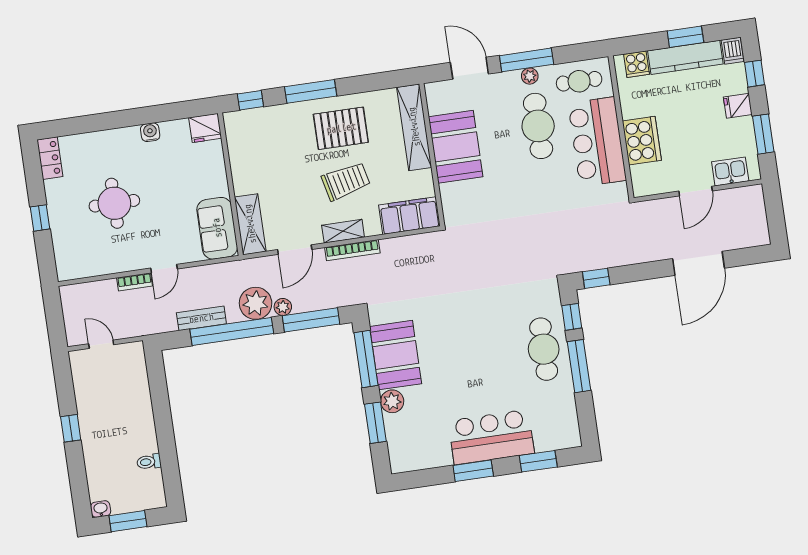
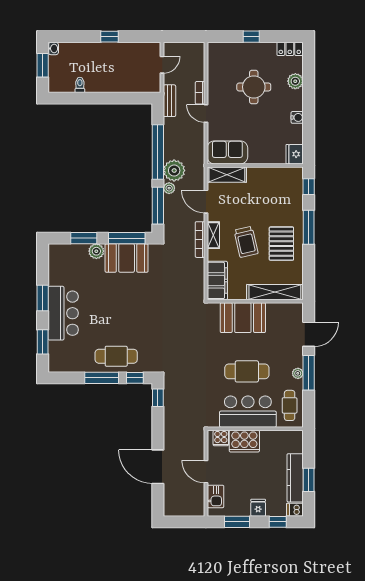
cooker: (637, 64) -> (221, 438), moved, turned -90
cafe table: (538, 126) -> (247, 371), moved
plant: (97, 143) -> (295, 81), added
booth: (456, 147) -> (243, 318), moved
bench: (201, 318) -> (169, 101), moved

